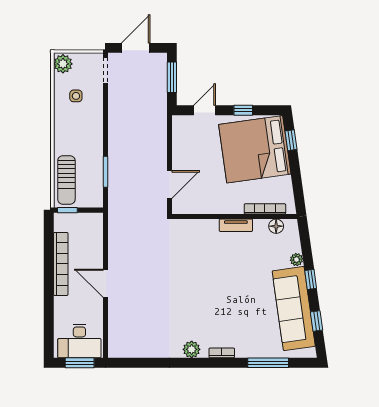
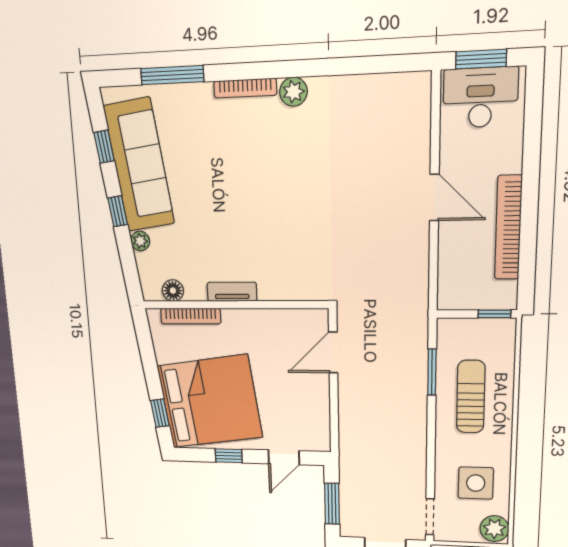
side table: (76, 96) -> (476, 483), width x1.87, depth x1.87
sun lounger: (66, 180) -> (471, 397), moved
bookcase: (222, 353) -> (245, 88), width x1.56

